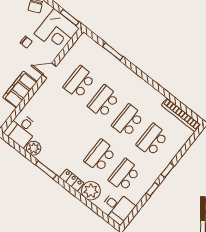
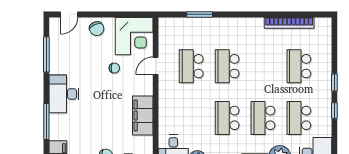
window: (70, 17) -> (136, 14), removed
door: (49, 71) -> (156, 66), moved
bookcase: (181, 115) -> (289, 23), moved
school desk: (128, 121) -> (227, 118), moved

